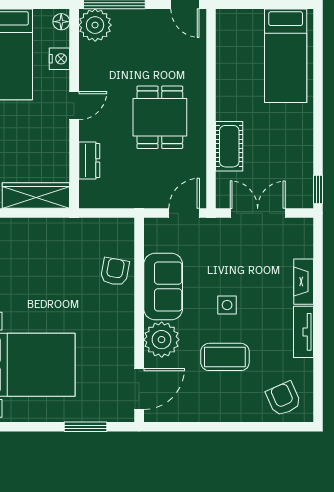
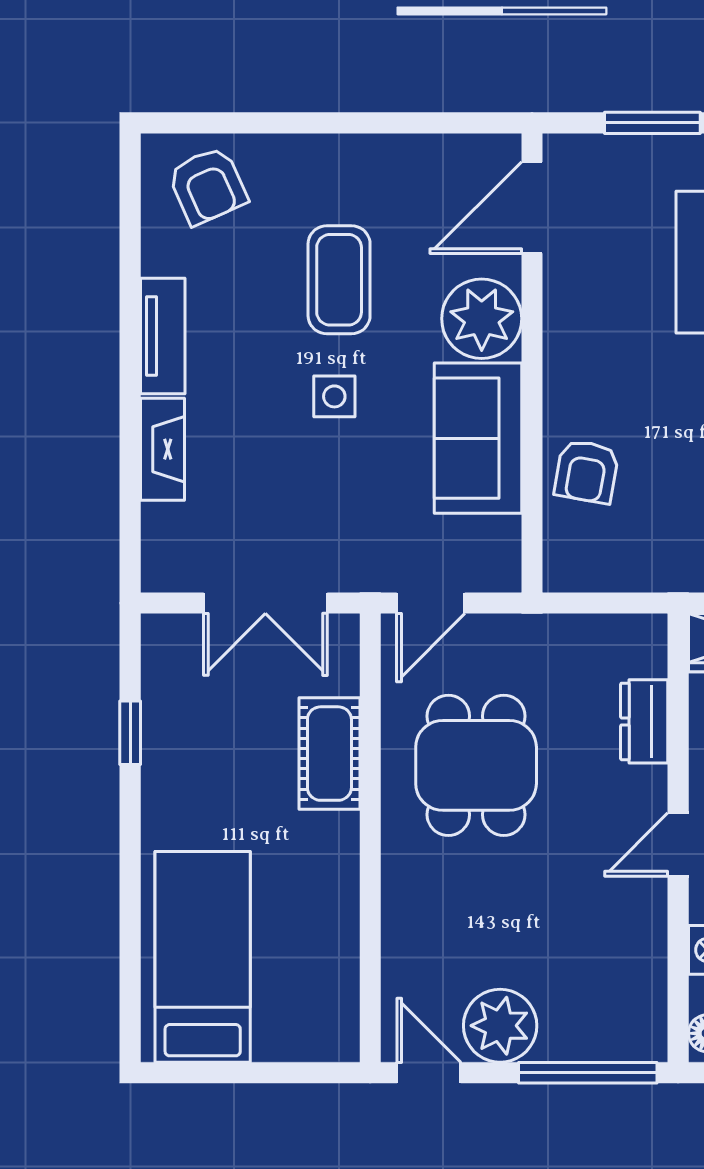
plant: (95, 25) -> (500, 1026), moved
dining table: (160, 117) -> (476, 765), moved
window: (318, 190) -> (130, 733), moved
coffee table: (225, 357) -> (339, 280), turned 90

